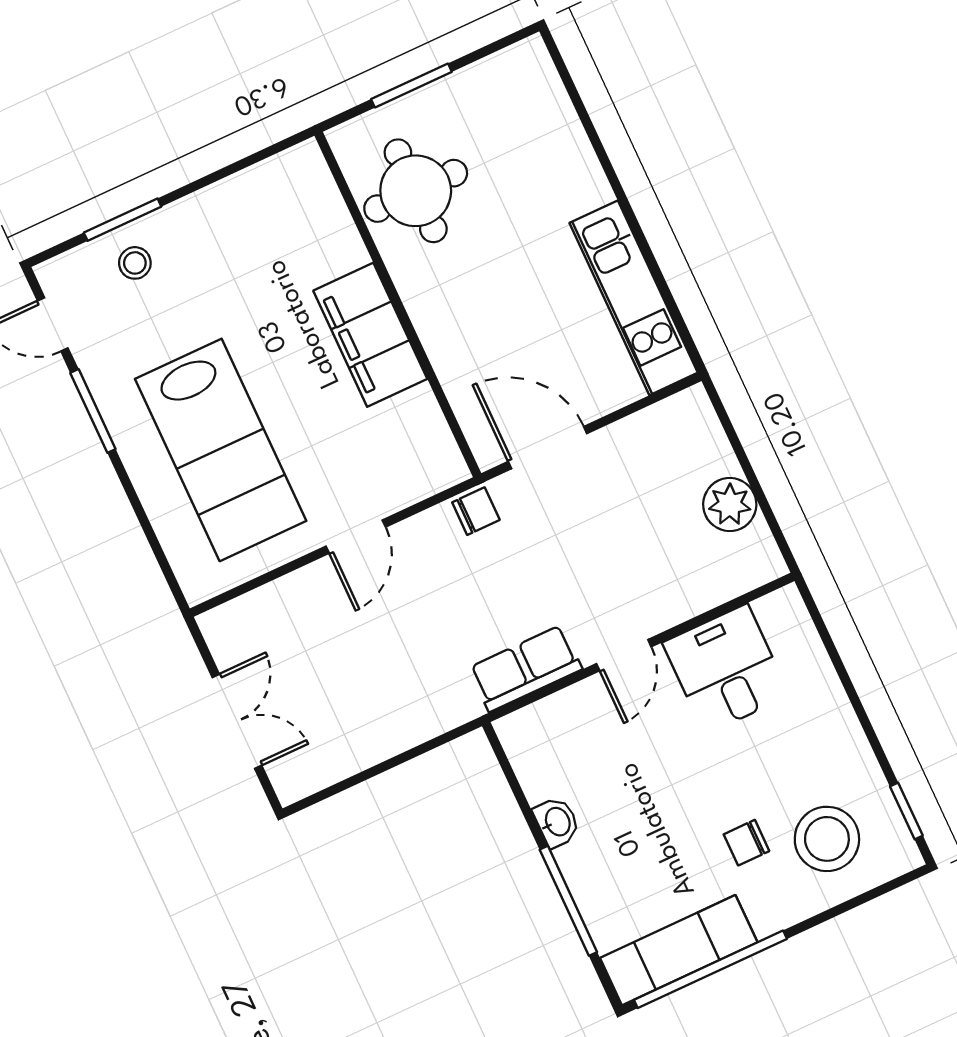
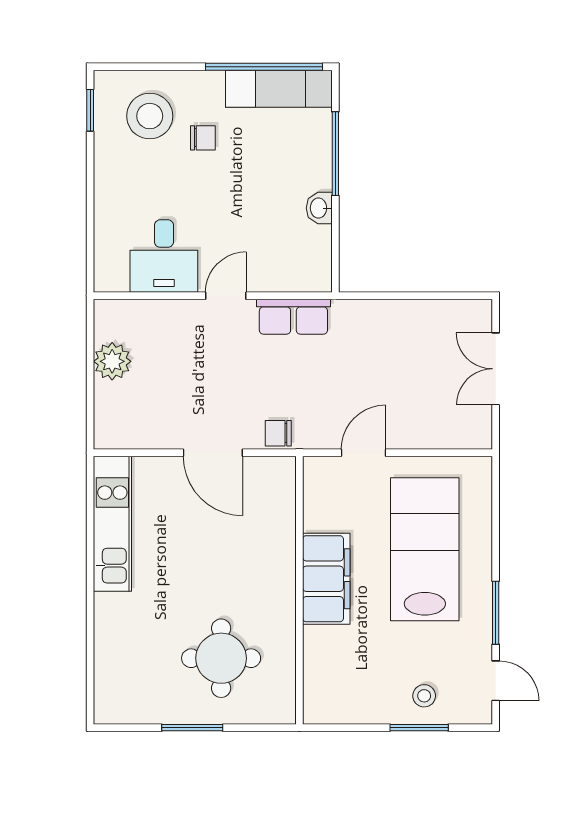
wall: (398, 304) -> (299, 590), moved
filing cabinet: (370, 335) -> (326, 579), moved

